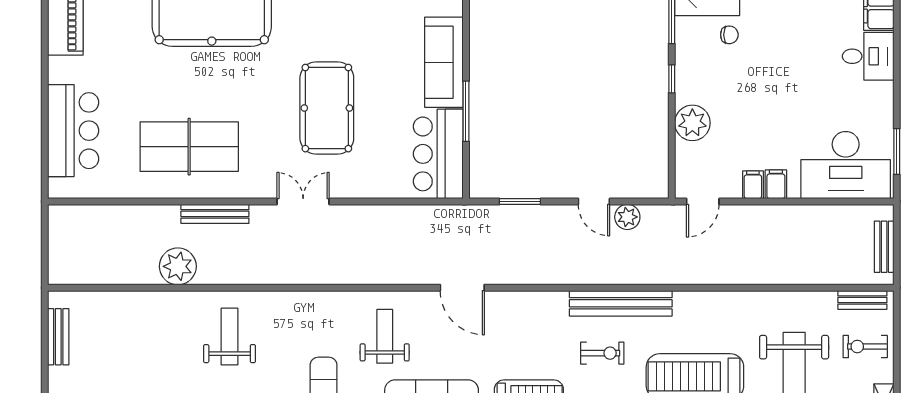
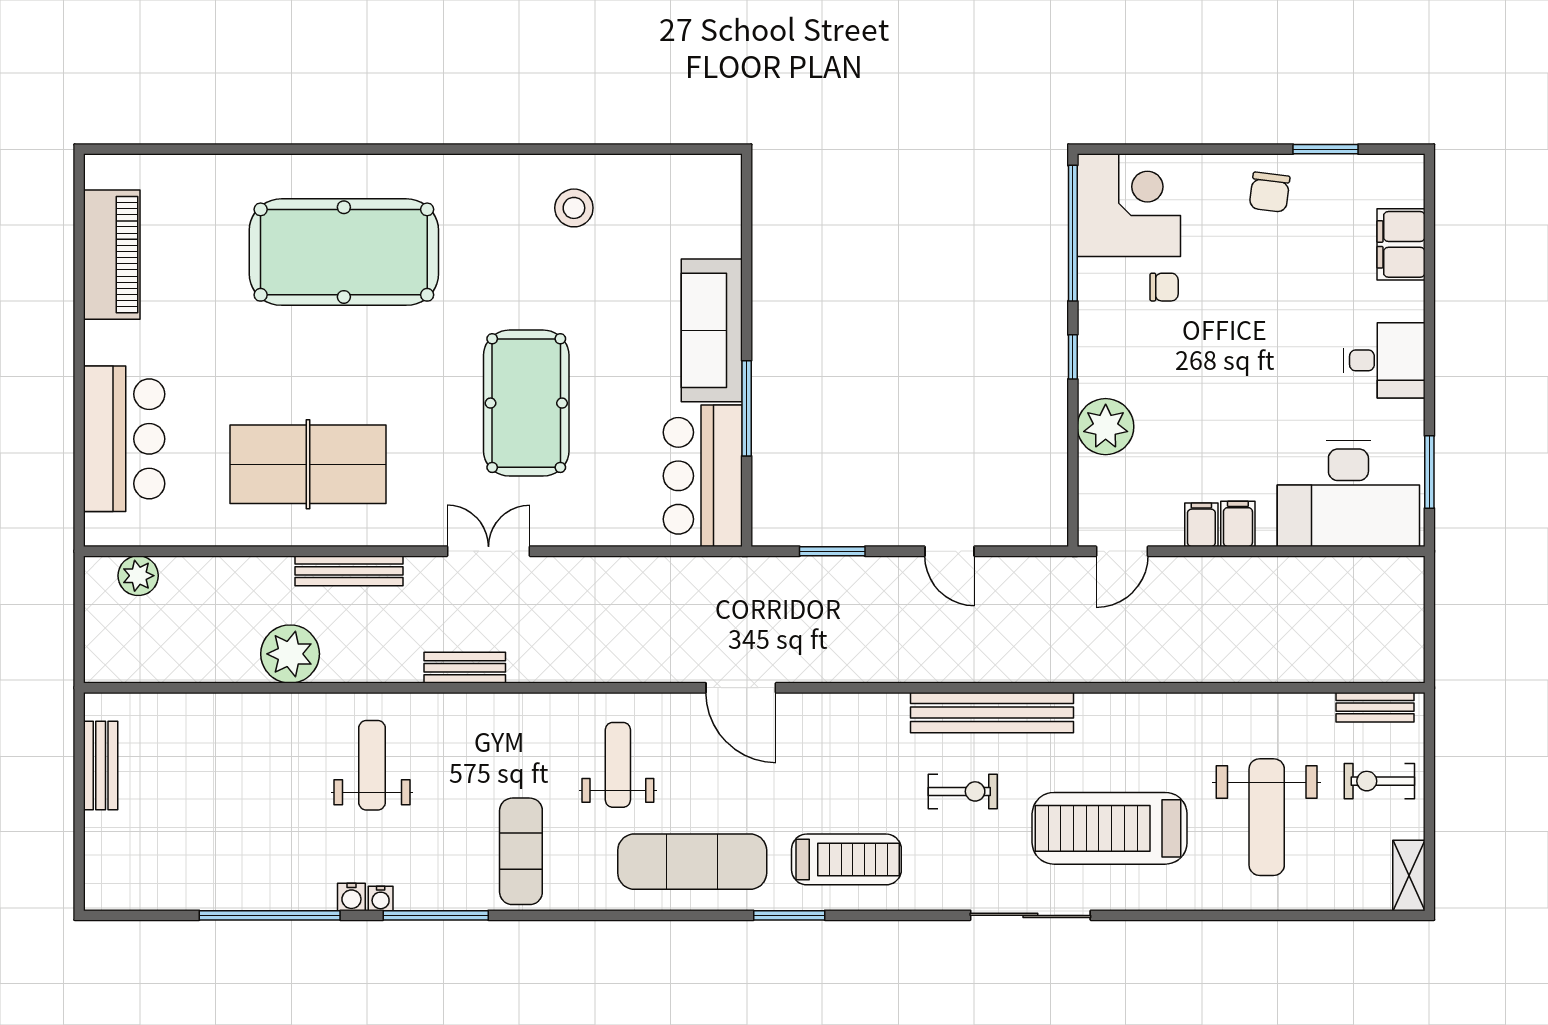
desk: (868, 56) -> (1384, 360), moved
plant: (627, 217) -> (138, 576), moved
bench: (884, 247) -> (465, 668), moved, turned 90

